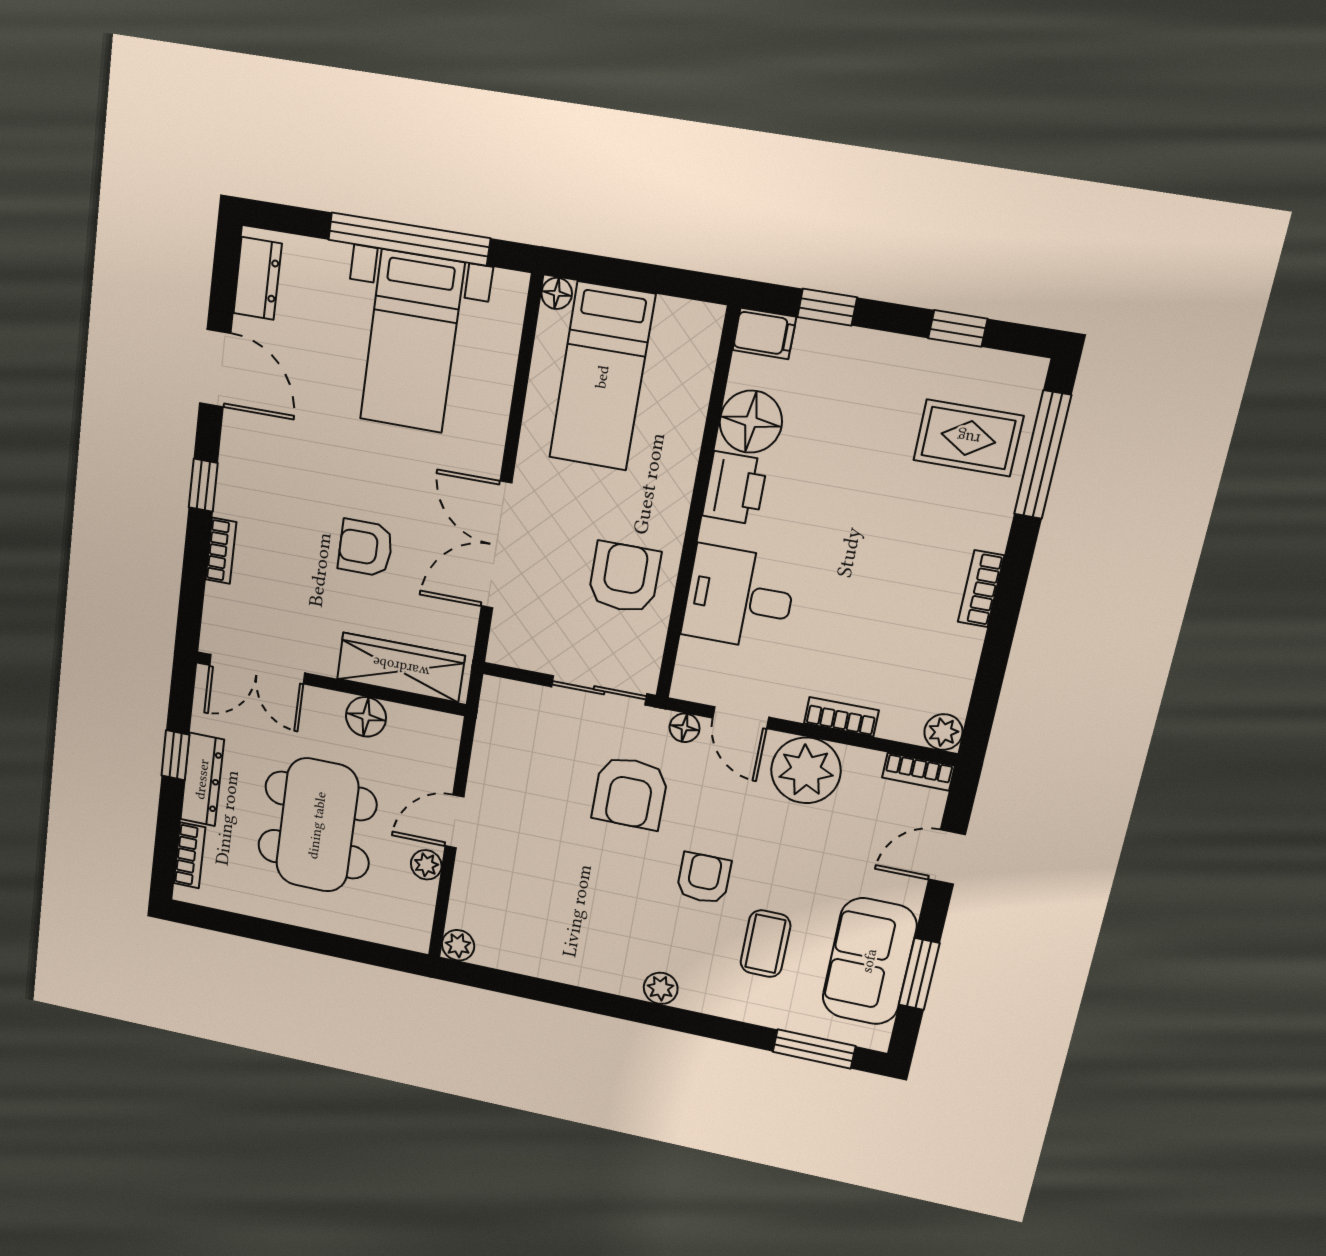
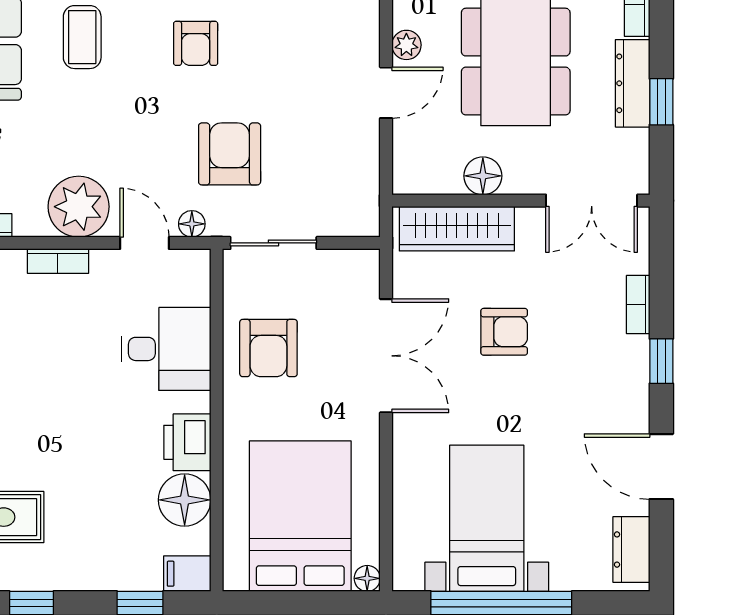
bed: (602, 377) -> (300, 516), width x1.50
double door: (257, 669) -> (592, 201), swing flipped
armchair: (704, 878) -> (196, 43), moved

